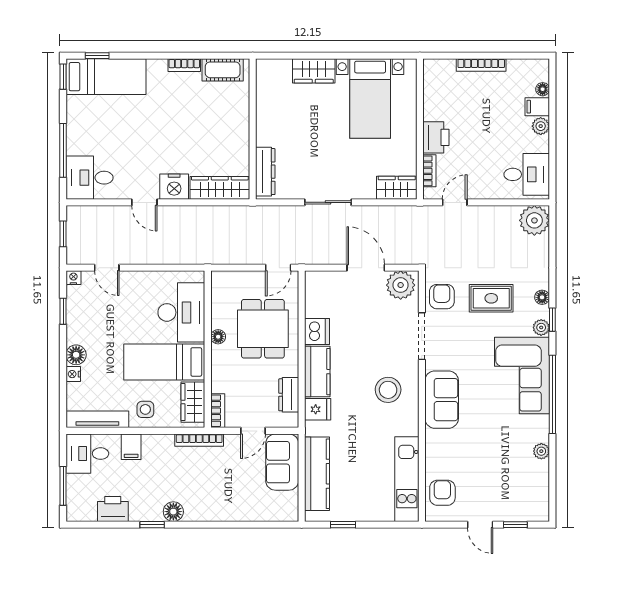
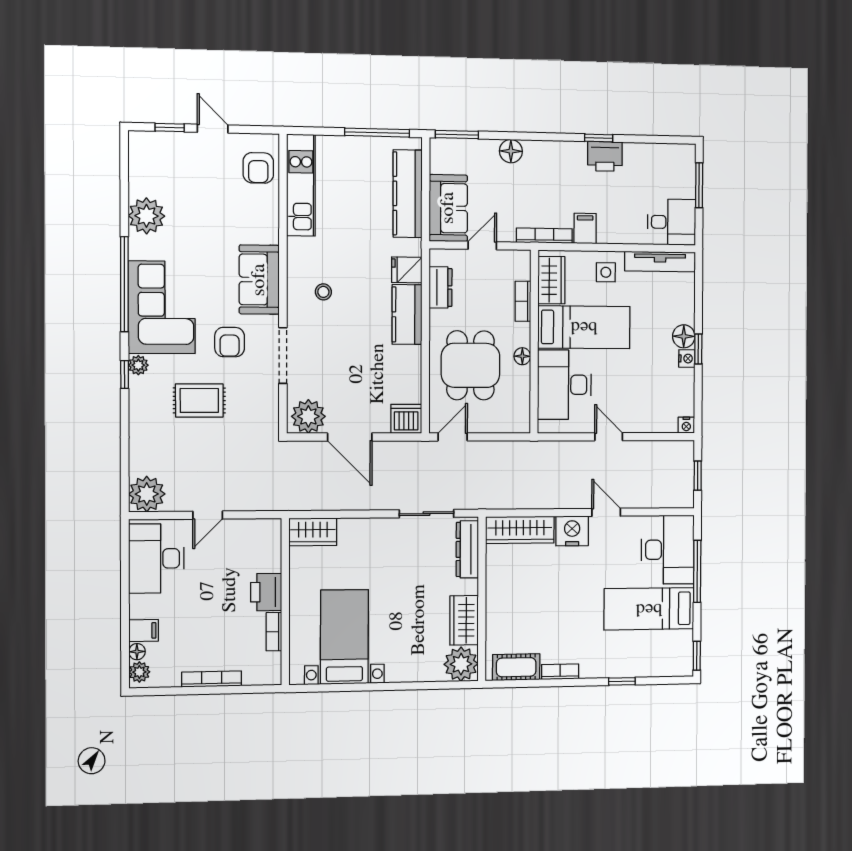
window: (97, 56) -> (622, 681), moved
wardrobe: (314, 71) -> (464, 620), moved, turned -90
plant: (270, 73) -> (461, 664), added
bed: (106, 77) -> (649, 609), moved
plant: (541, 126) -> (139, 672), moved
bookcase: (429, 171) -> (274, 632), moved
desk: (527, 174) -> (156, 559), width x1.37
desk: (90, 178) -> (668, 550), width x1.37
sliding door: (328, 202) -> (427, 514), moved
door: (455, 202) -> (208, 515), moved
door: (107, 268) -> (609, 437), moved
armchair: (442, 297) -> (230, 342), moved
floor lamp: (542, 297) -> (137, 402), removed
window: (63, 311) -> (698, 349), moved
dishwasher: (317, 331) -> (406, 419), moved, turned 90
nightstand: (73, 374) -> (687, 359), moved
stool: (388, 390) -> (323, 292), width x0.53, depth x0.53
bookcase: (218, 411) -> (523, 301), moved
filing cabinet: (131, 447) -> (585, 228), moved
plant: (541, 451) -> (146, 216), width x1.88, depth x1.88
printer: (113, 509) -> (605, 156), moved
floor lamp: (173, 512) -> (511, 151), moved
window: (275, 525) -> (457, 135), added
window: (343, 525) -> (377, 133), width x2.17

